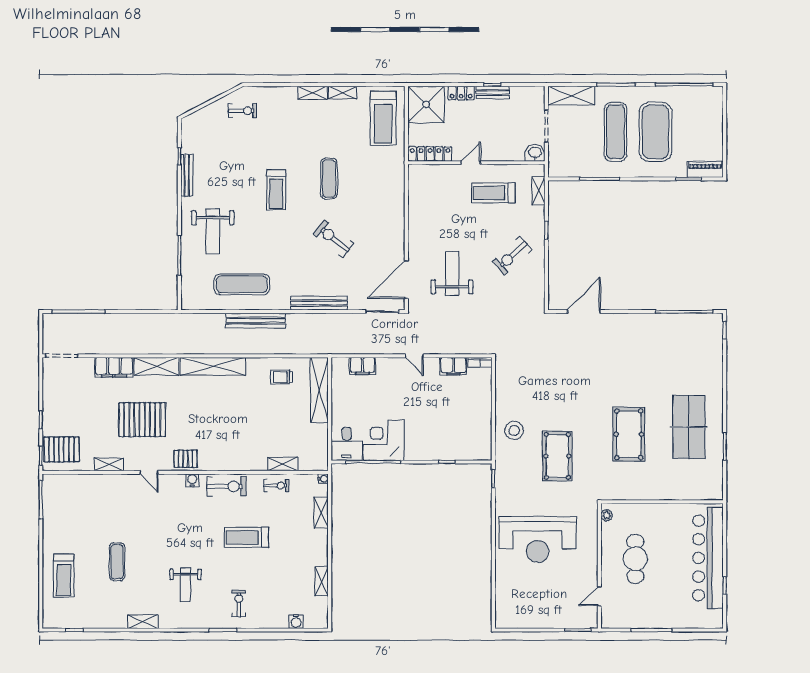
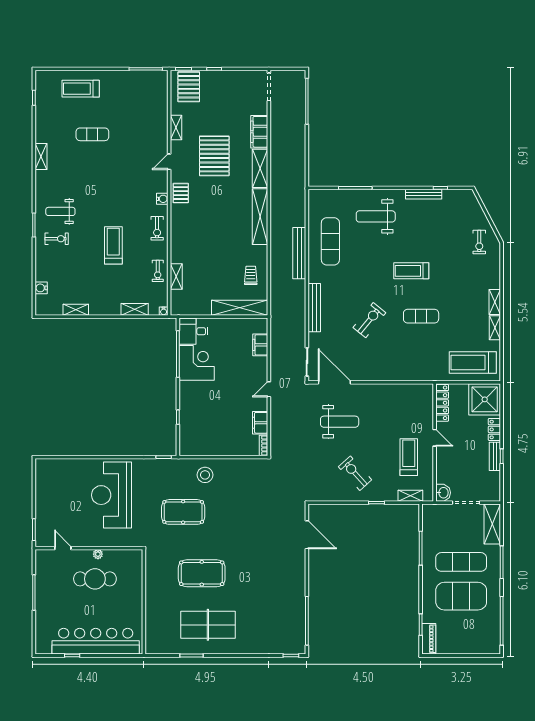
exercise bike: (227, 486) -> (157, 228), width x0.73, depth x0.72
plant: (607, 515) -> (98, 554), moved
weight bench: (185, 585) -> (60, 211), moved

